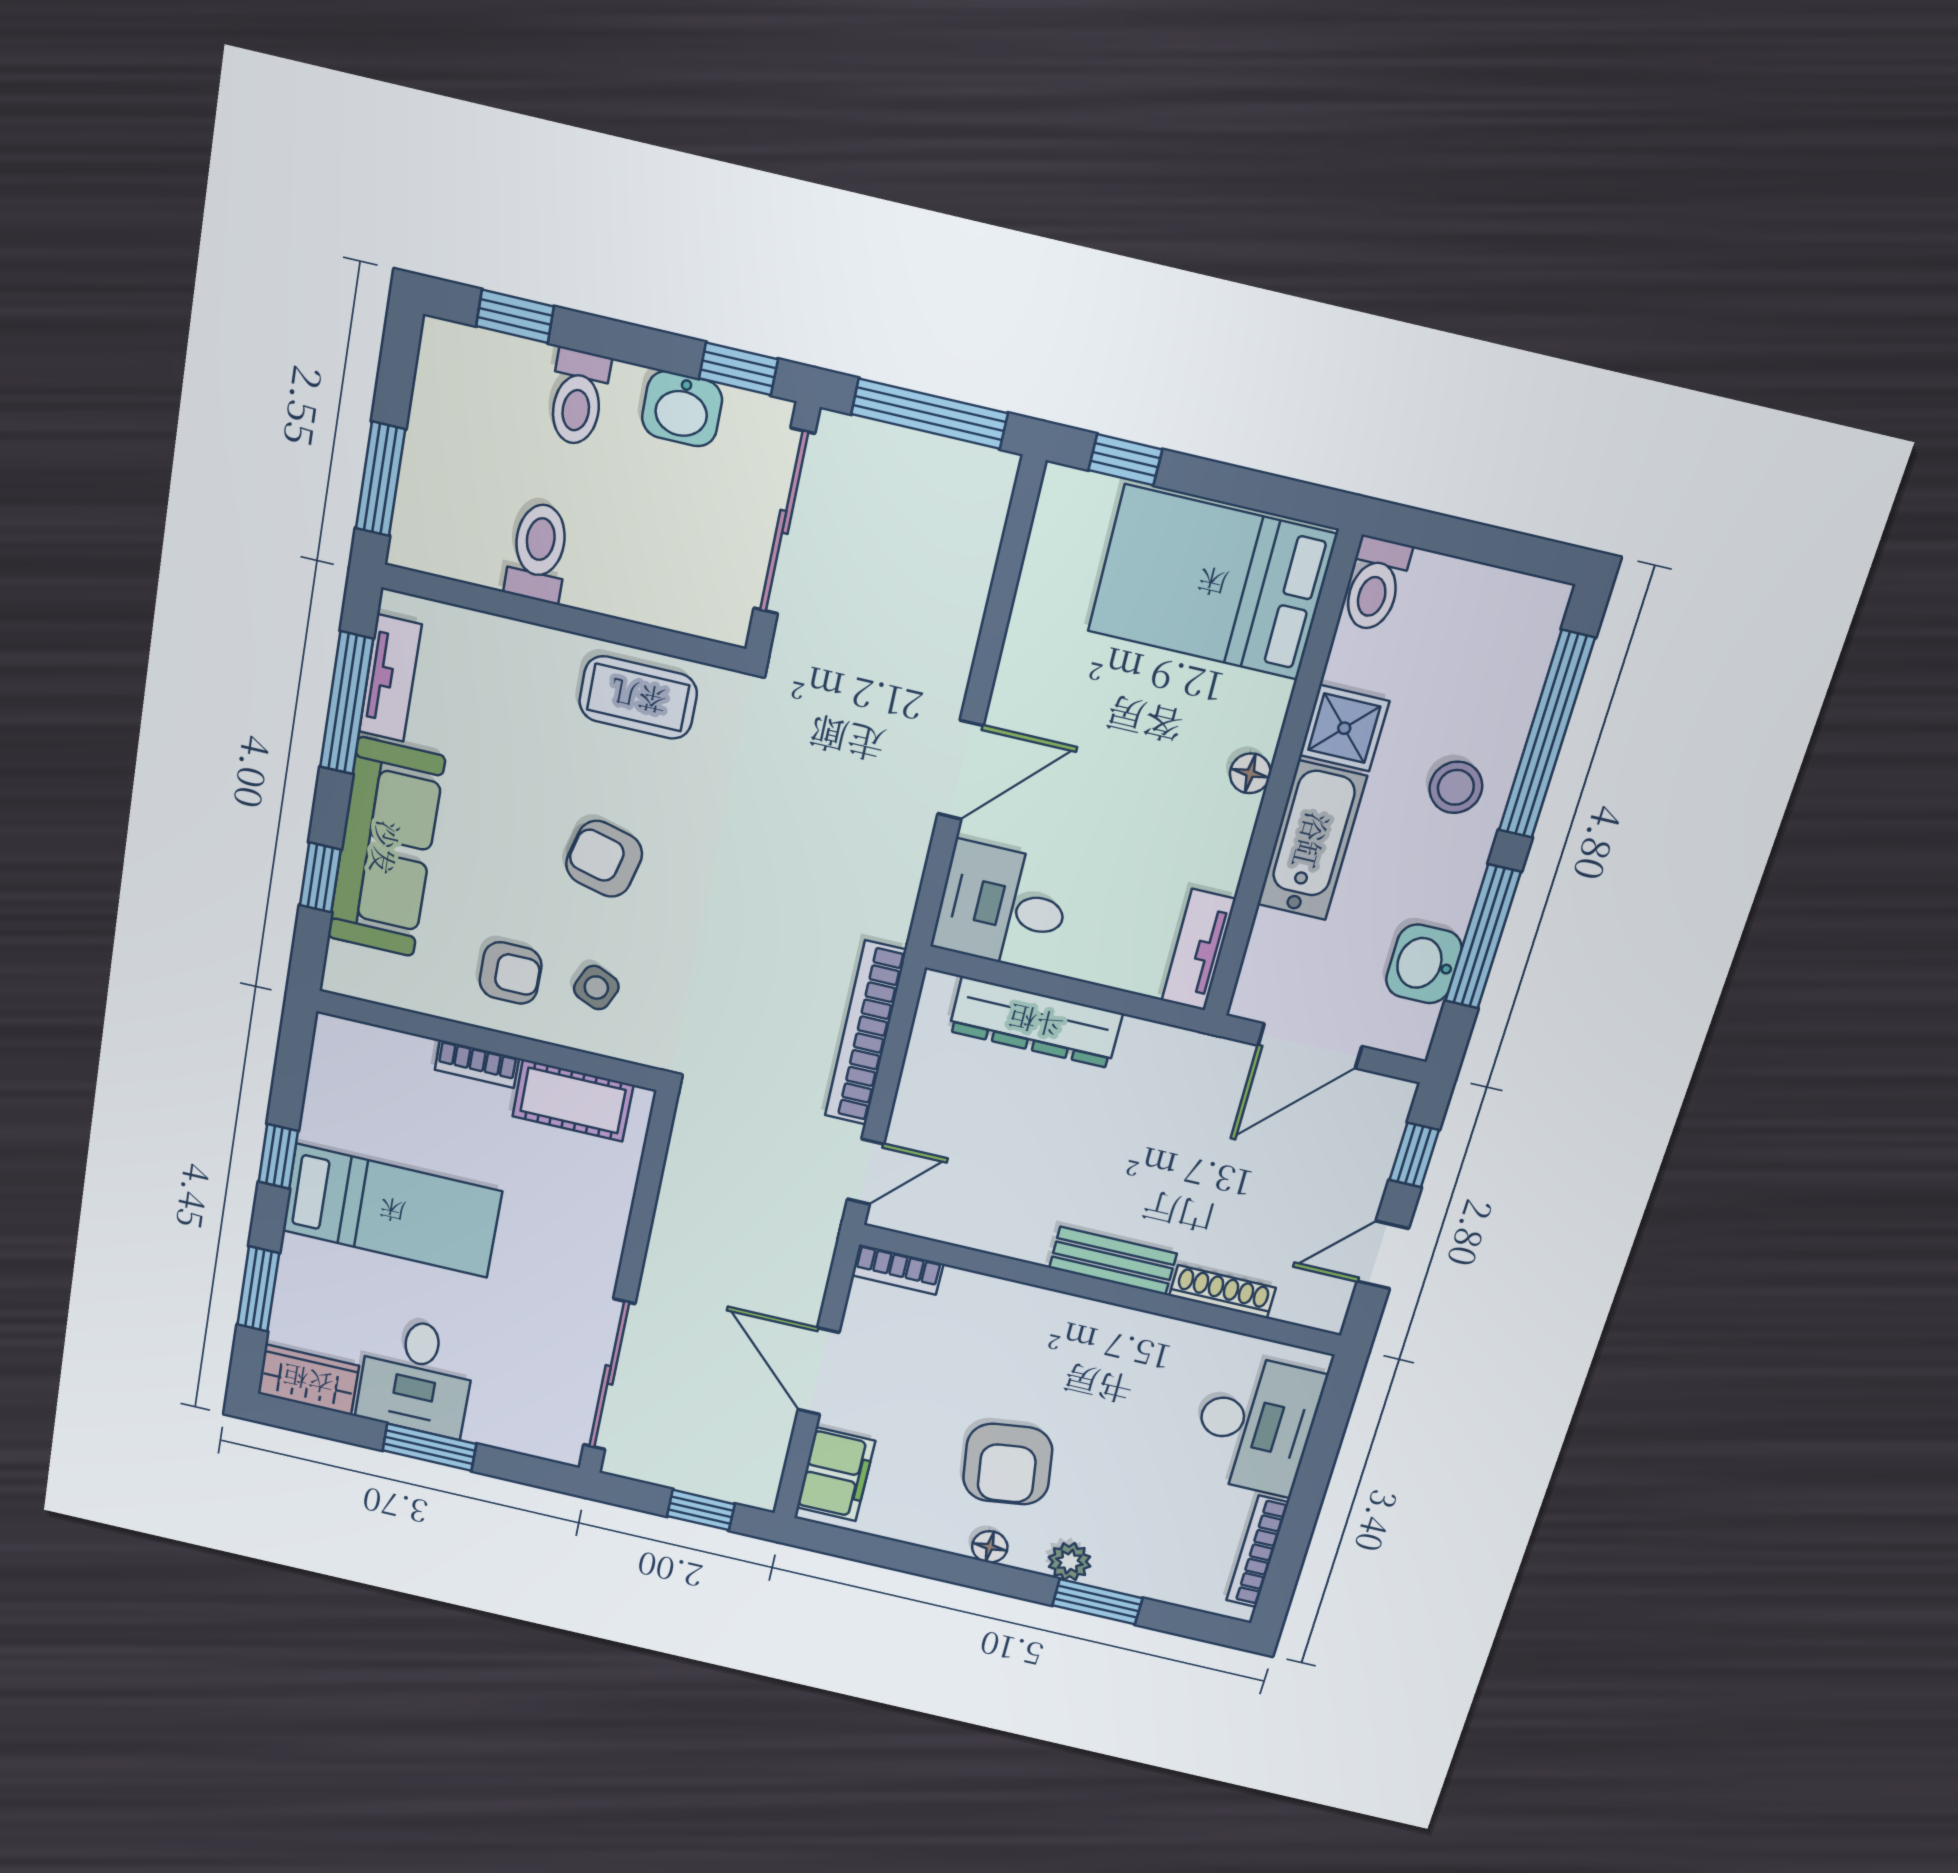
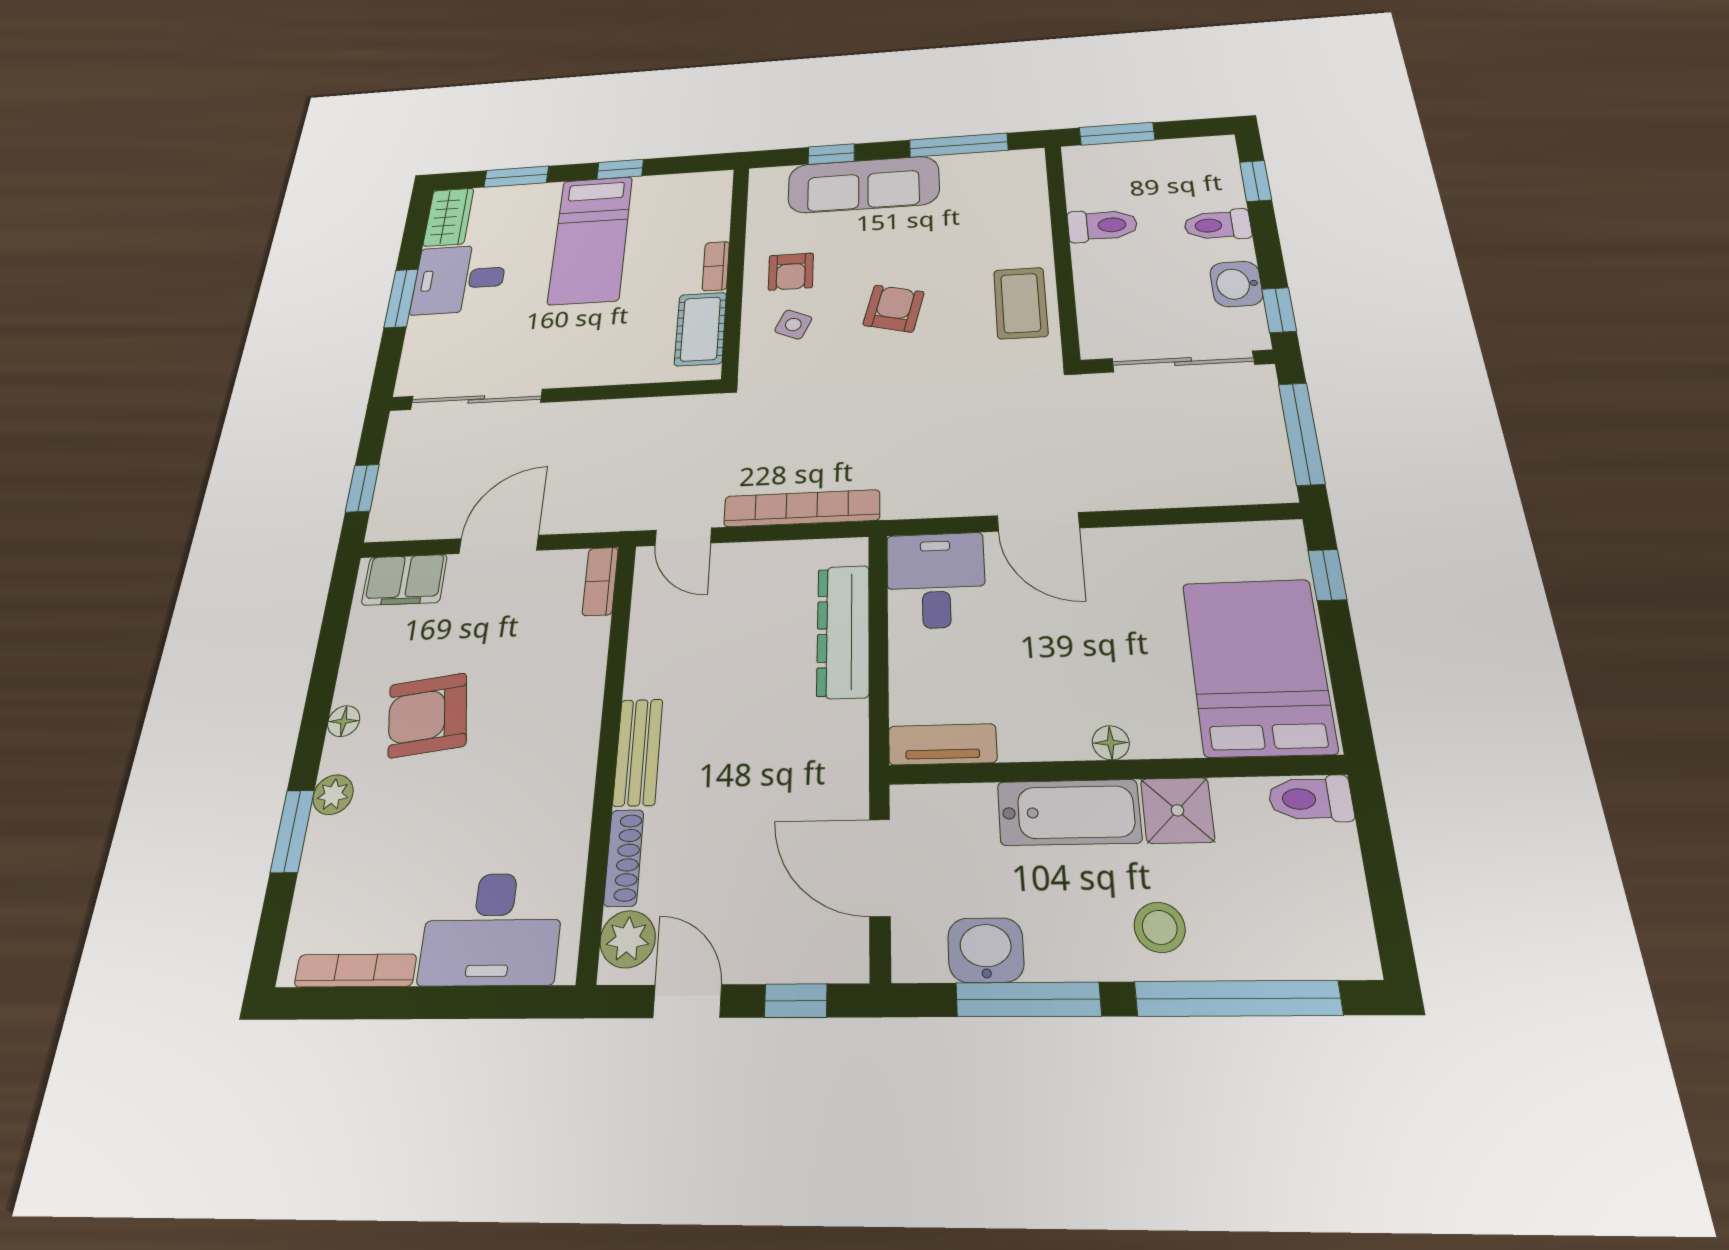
tv unit: (390, 678) -> (984, 164), removed
plant: (1306, 1300) -> (628, 939), added

